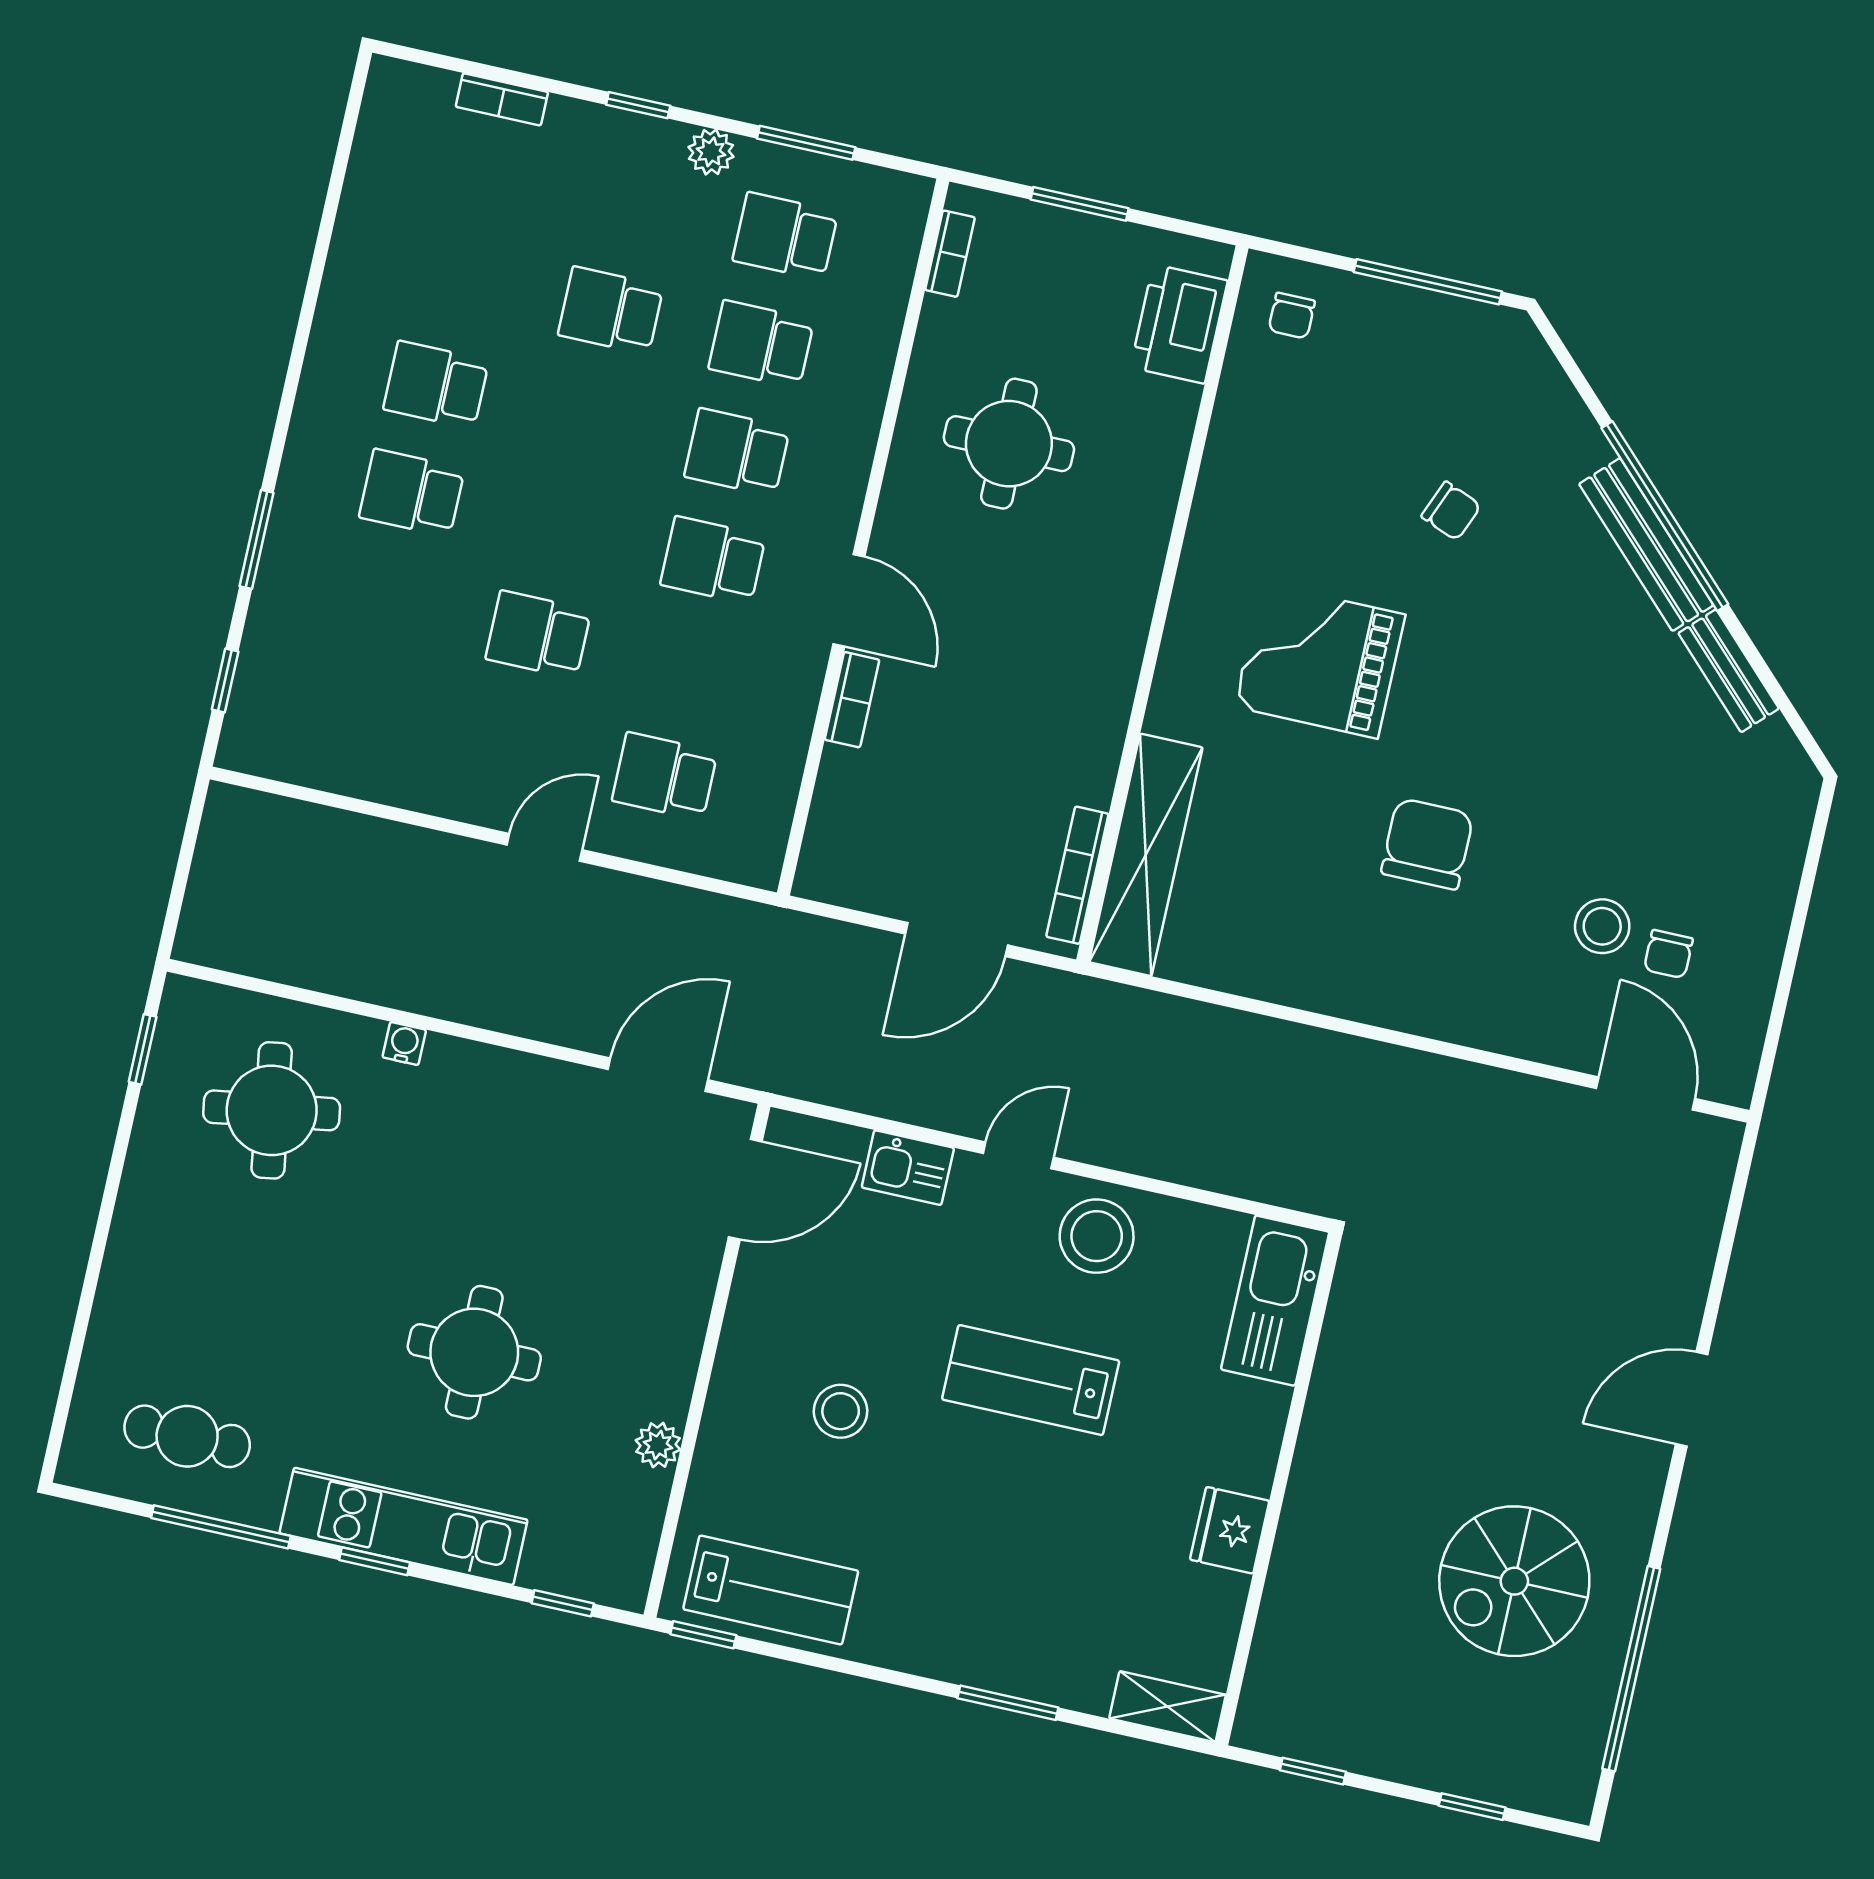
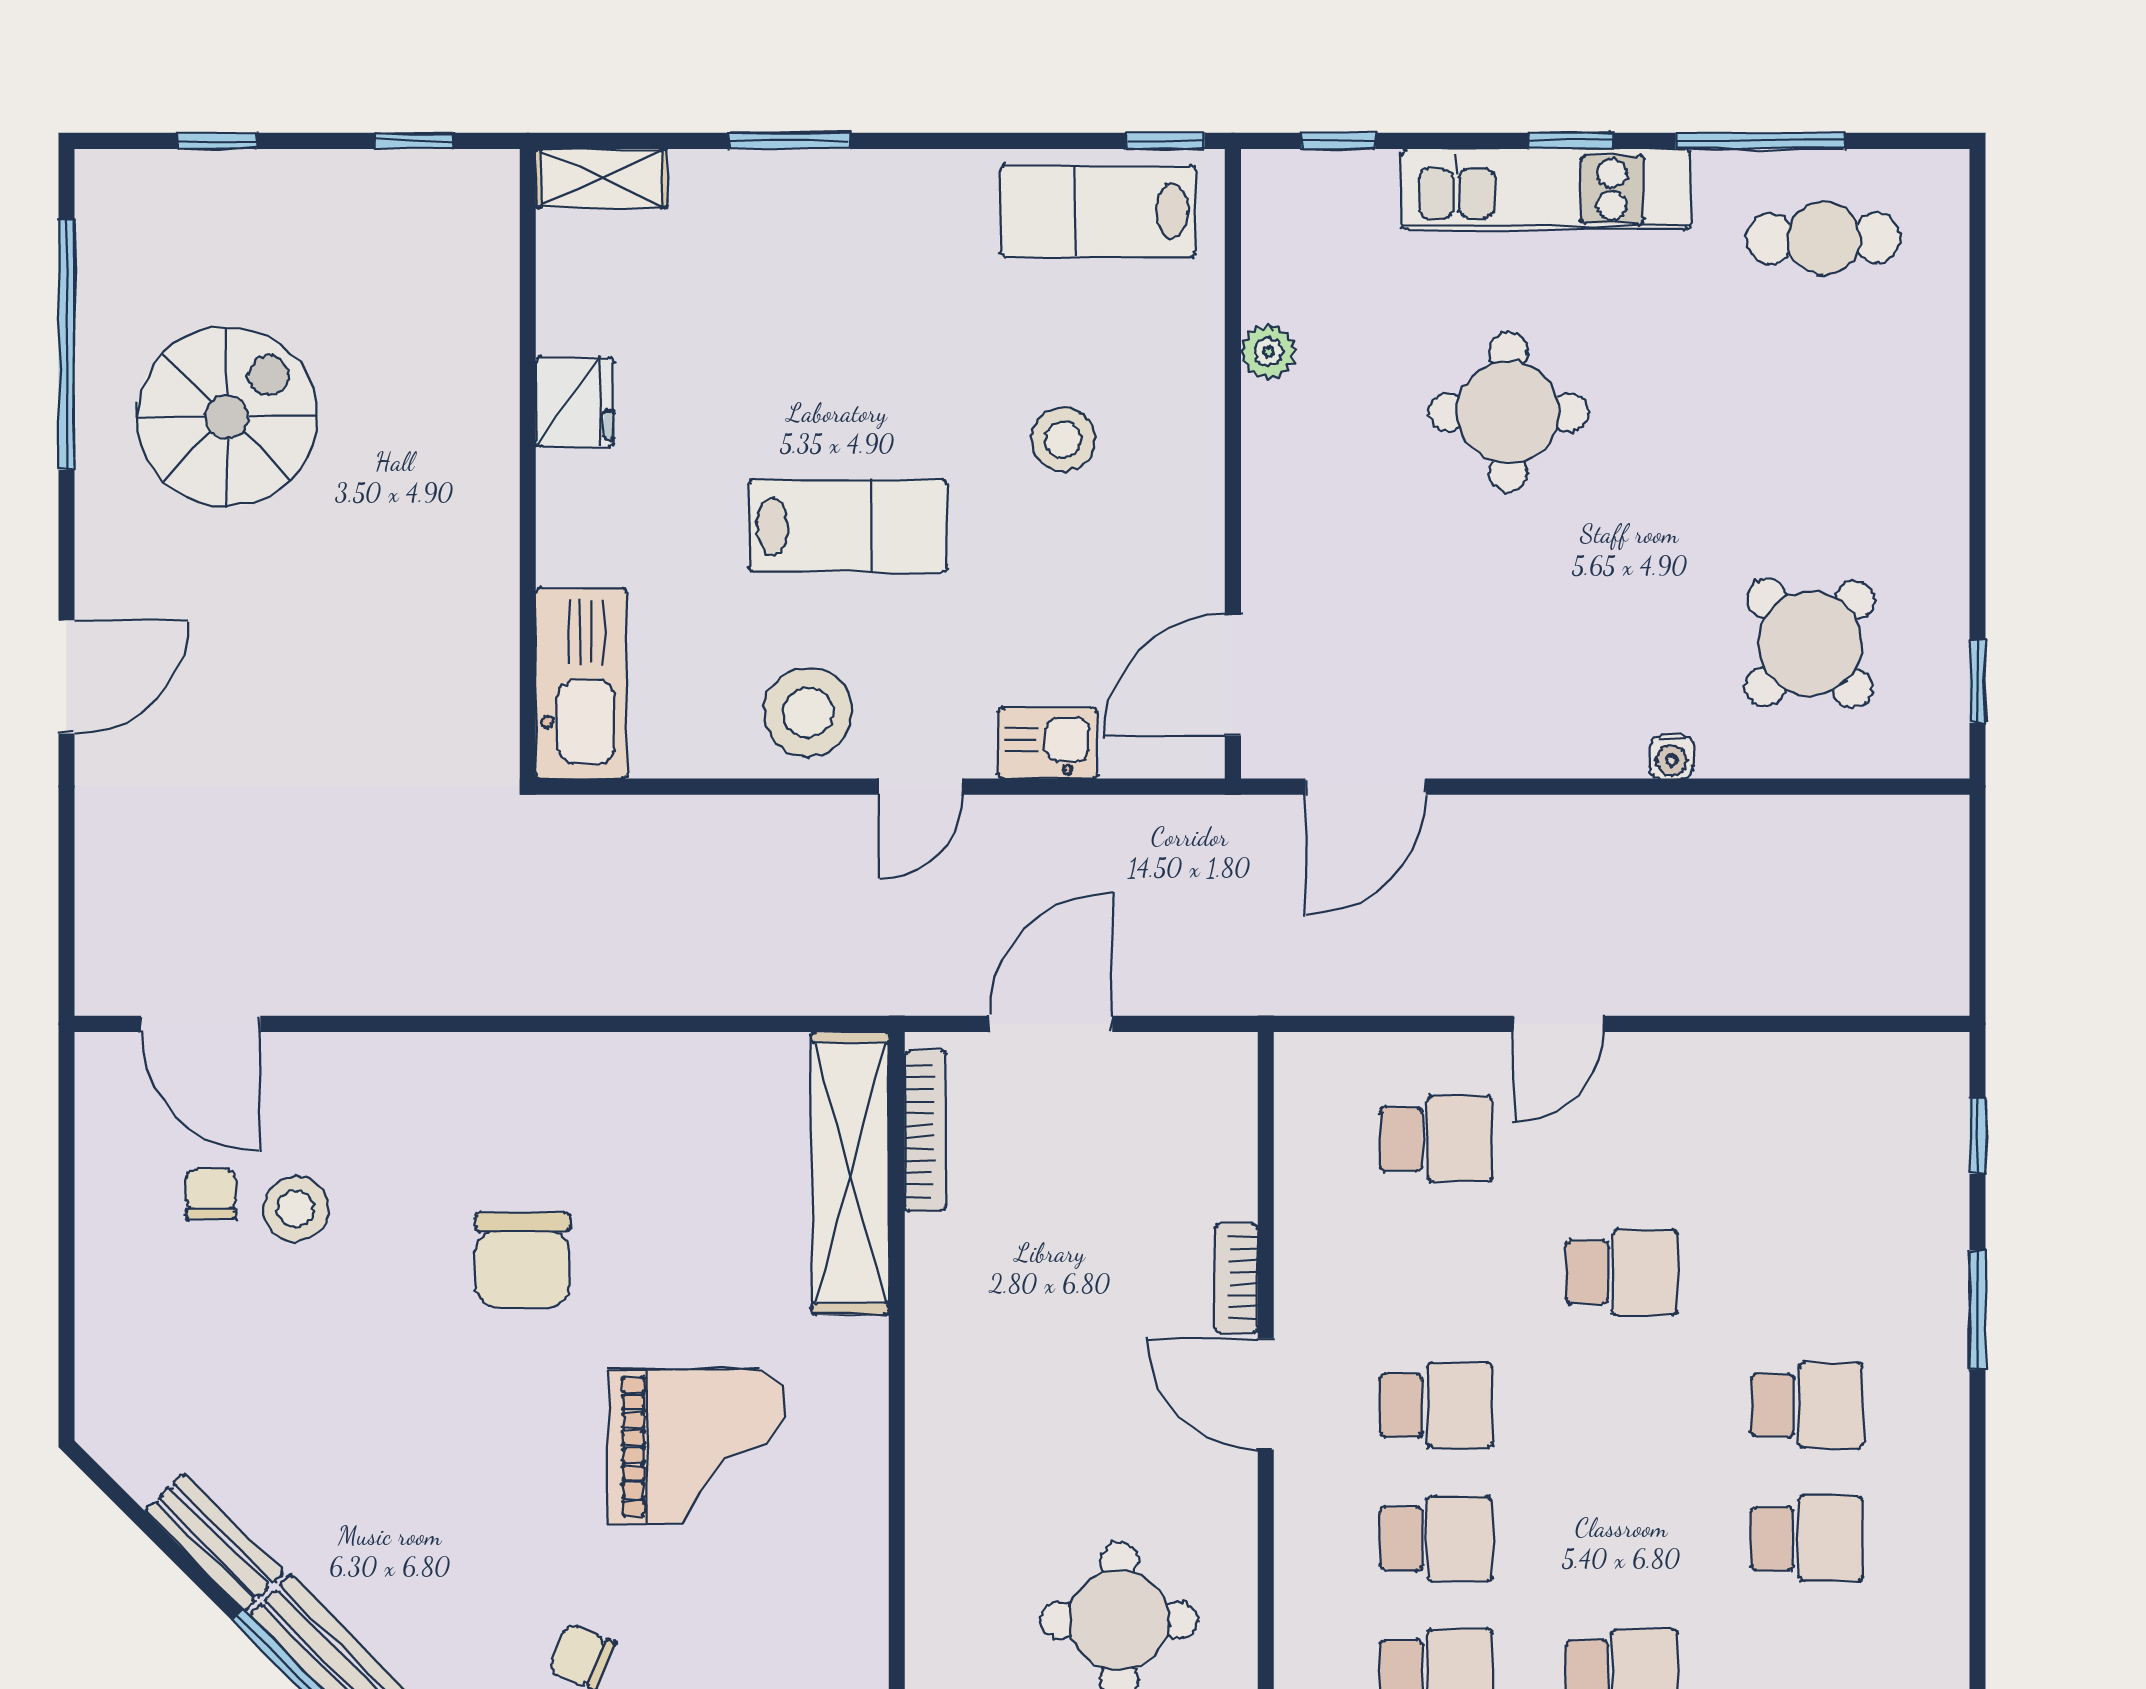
round table: (272, 1110) -> (1810, 643), turned -35

